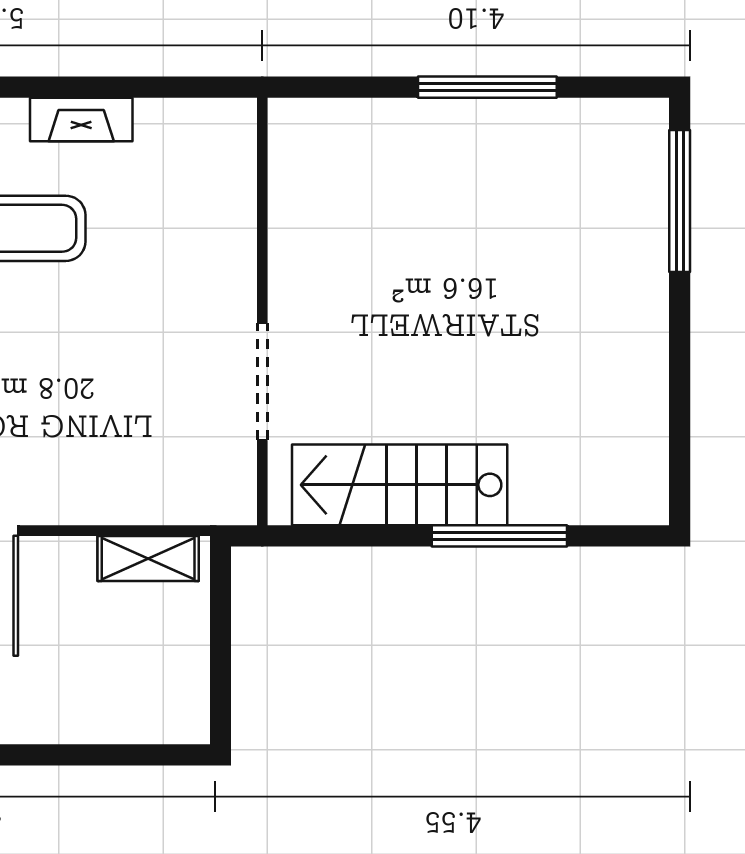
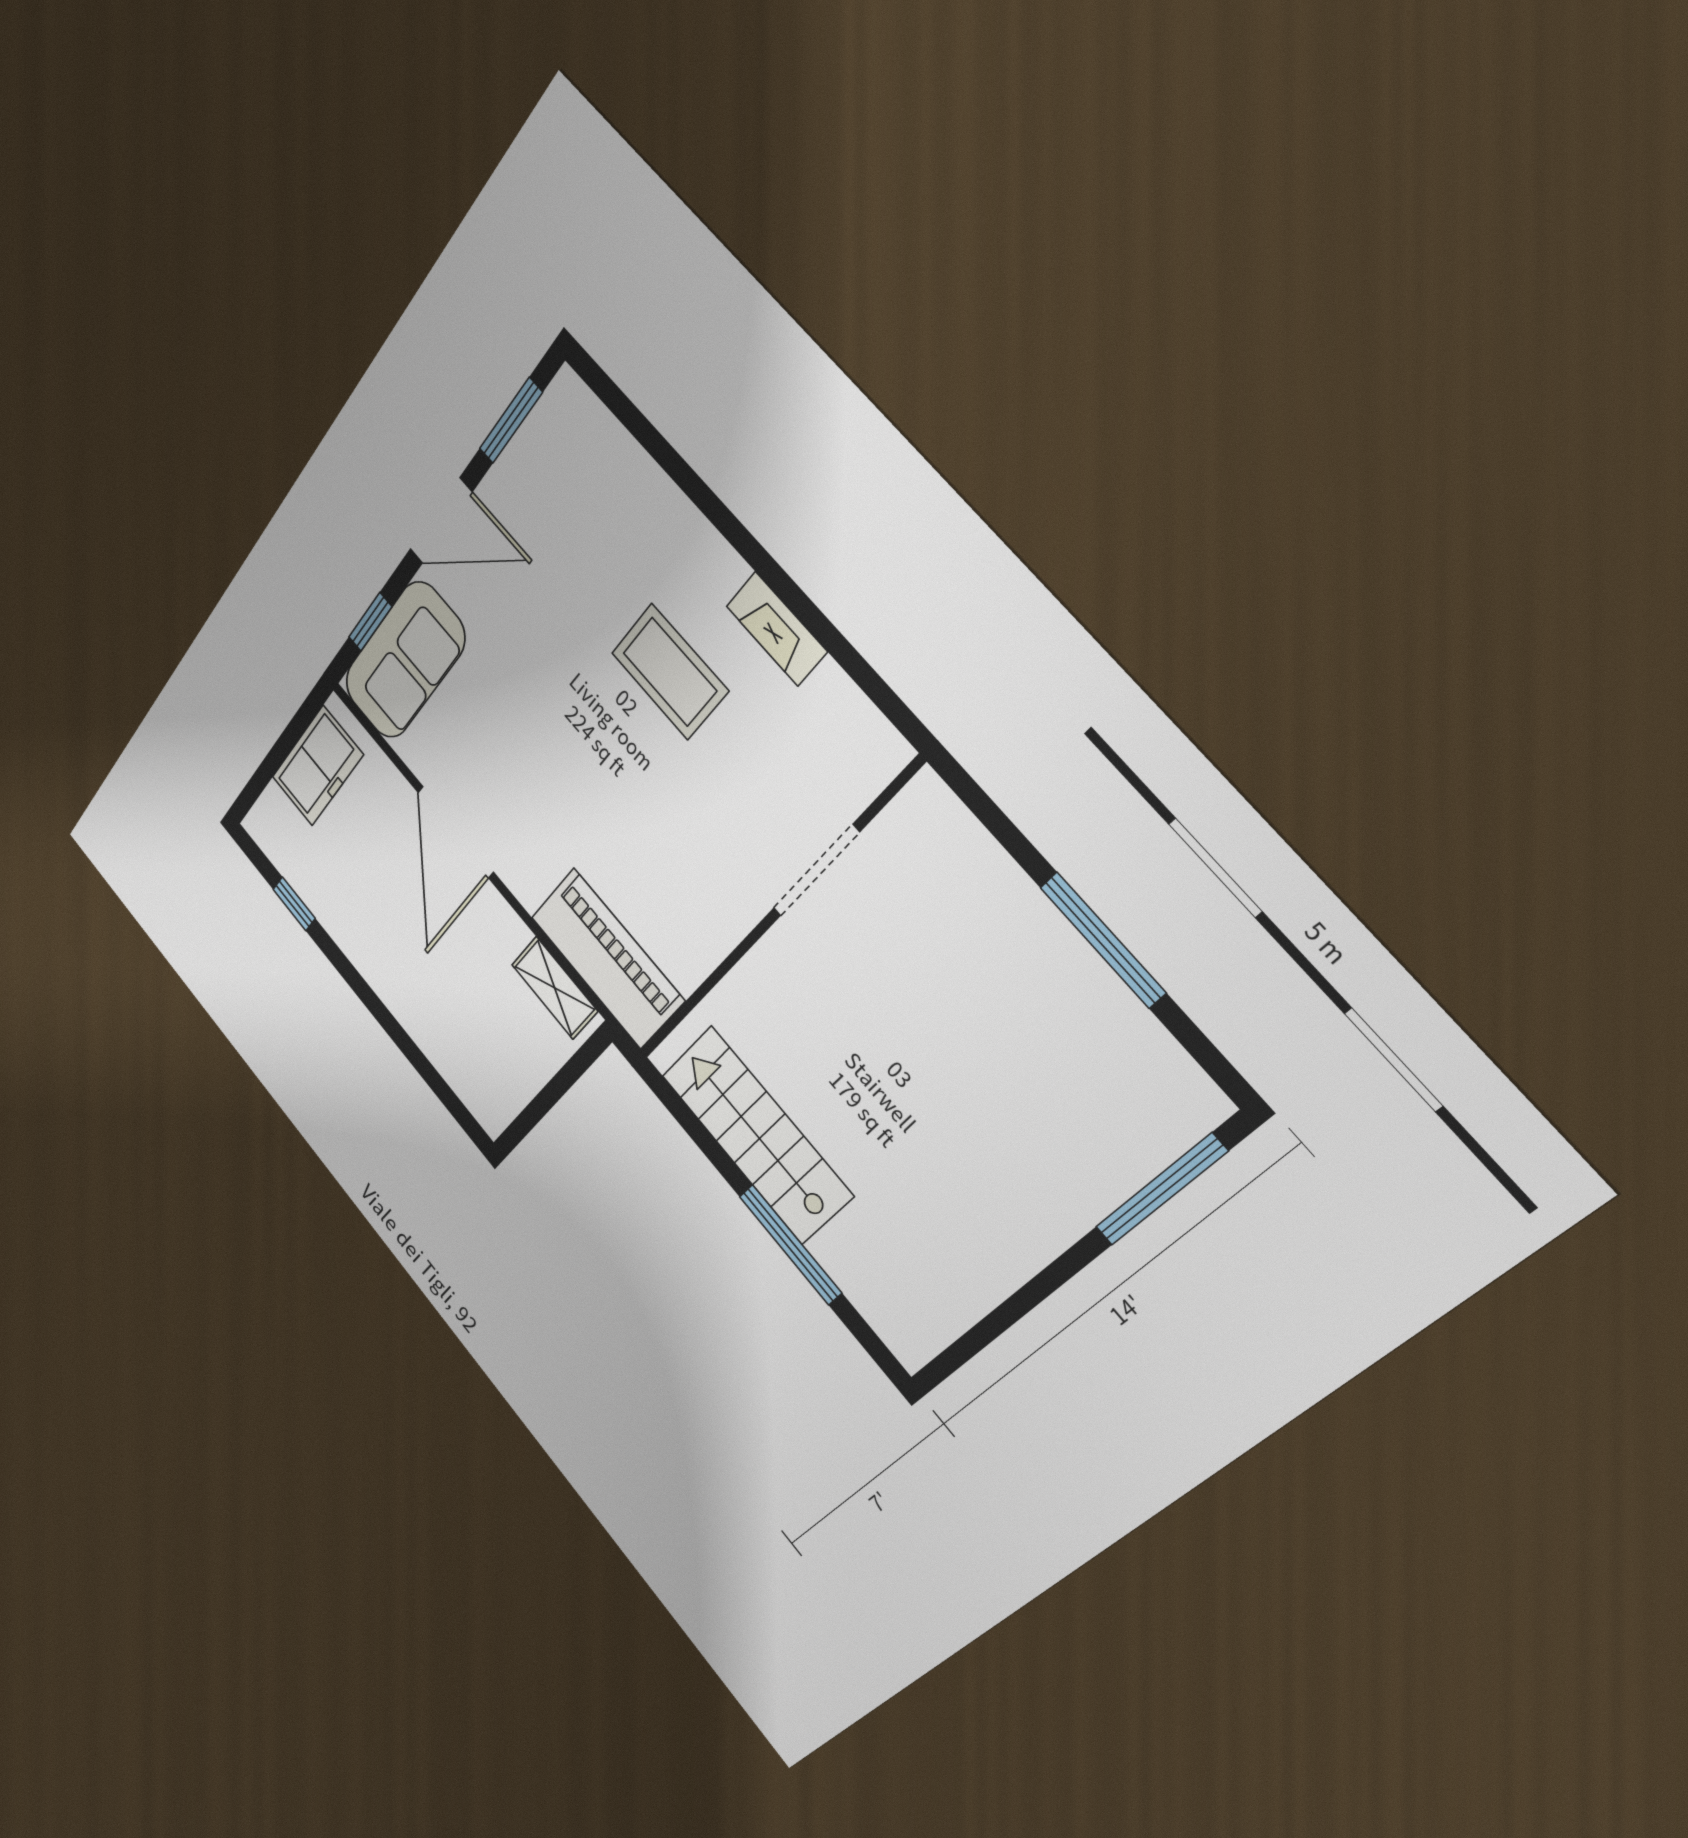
doorway: (262, 382) -> (816, 871), moved
piano: (169, 487) -> (607, 959), added

